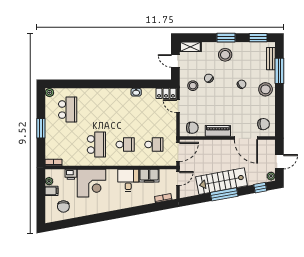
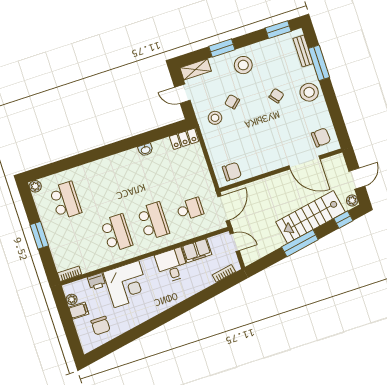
window: (226, 38) -> (222, 48), moved
door: (178, 106) -> (205, 150), removed
piano: (218, 131) -> (266, 165), removed
school desk: (125, 144) -> (153, 221), width x1.85
door: (178, 179) -> (235, 242), hinge flipped
stairs: (222, 181) -> (311, 217), moved

